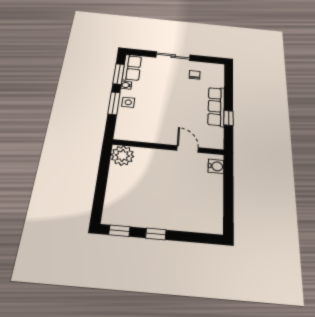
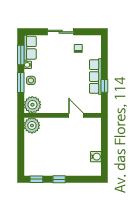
plant: (127, 130) -> (32, 105), added
water cooler: (216, 166) -> (96, 157), moved

